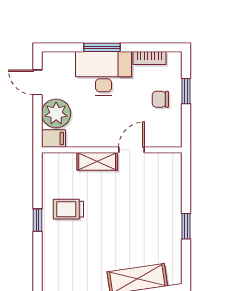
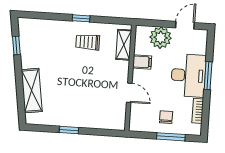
window: (186, 91) -> (171, 137), width x1.50
filing cabinet: (53, 138) -> (142, 62), moved, turned -90
shelving: (97, 161) -> (124, 45), moved
trolley: (68, 209) -> (88, 42), turned -90

